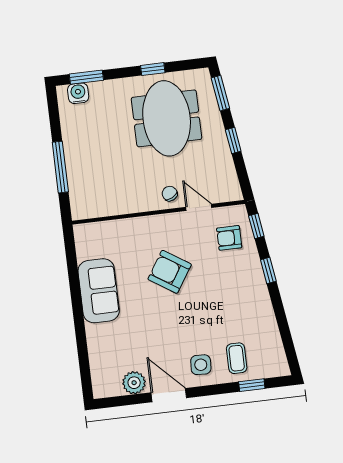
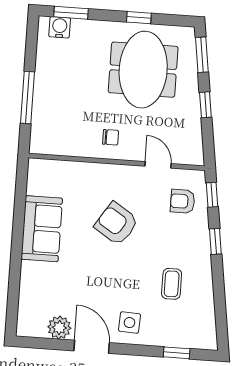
chair: (170, 194) -> (111, 137), moved, turned 117
coffee table: (237, 358) -> (172, 284), moved

